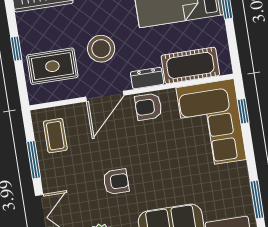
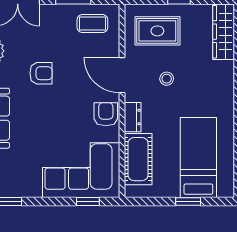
stool: (101, 49) -> (167, 79), width x0.53, depth x0.53
rug: (52, 66) -> (157, 31), turned 90
armchair: (116, 182) -> (41, 73), turned -90

